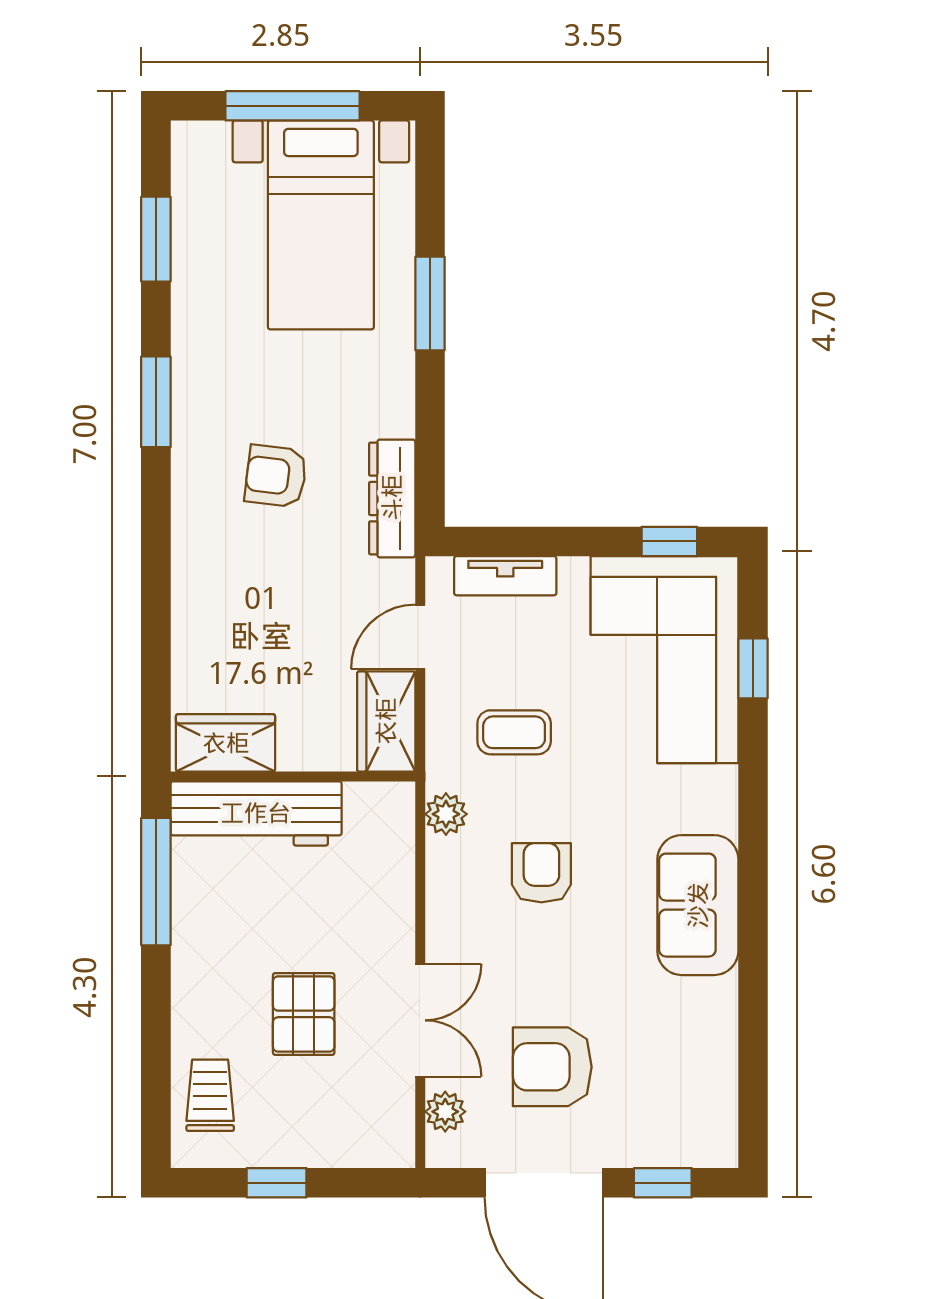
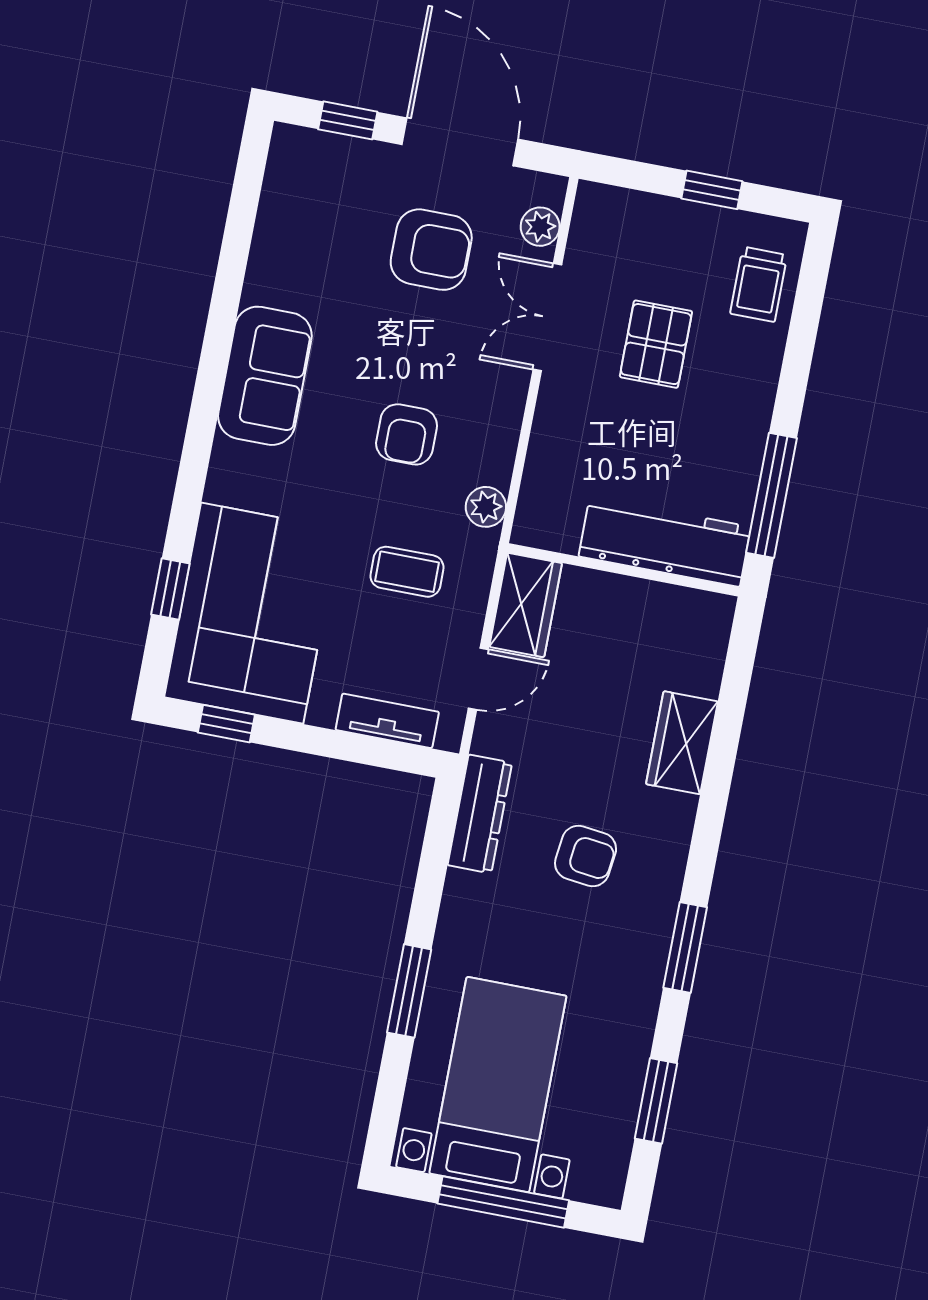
wardrobe: (226, 743) -> (682, 743), moved, turned 90

